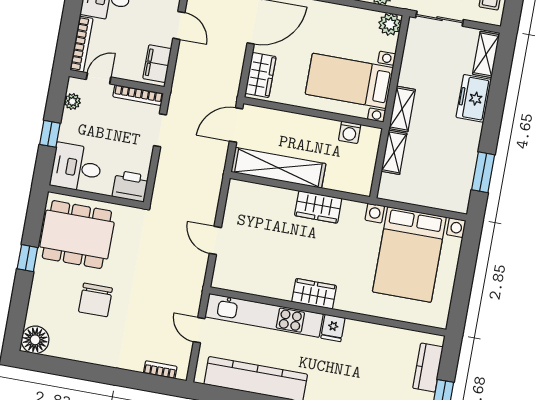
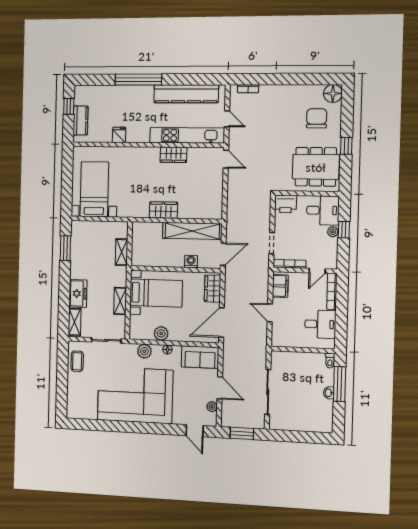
plant: (390, 24) -> (161, 333), moved
plant: (72, 101) -> (333, 232), moved
shelving: (402, 109) -> (120, 301), moved
washing machine: (350, 132) -> (191, 262), moved
door: (215, 240) -> (226, 159), moved
bed with nightstands: (409, 254) -> (94, 189), width x0.73
wardrobe: (314, 294) -> (173, 155), moved
chair: (95, 300) -> (317, 118), moved
fridge: (333, 328) -> (119, 135), moved

